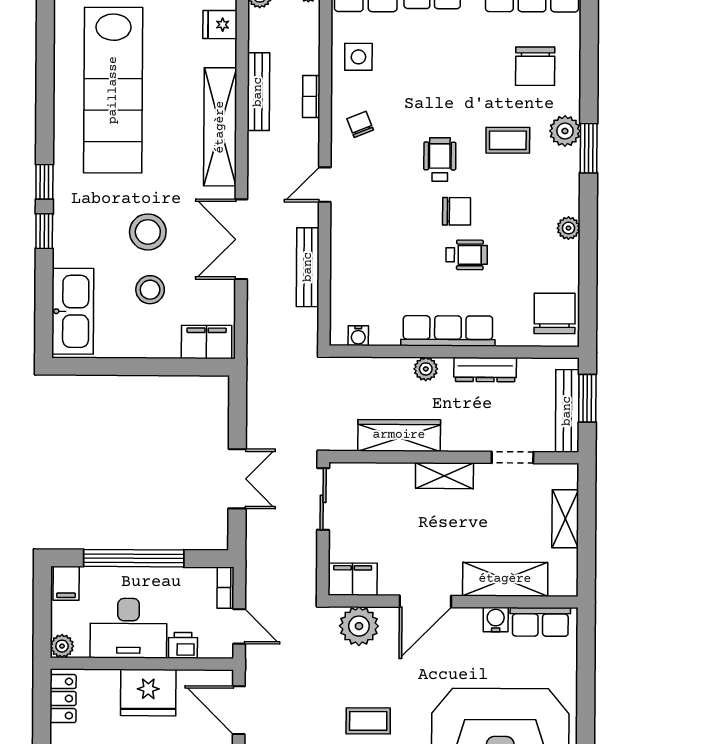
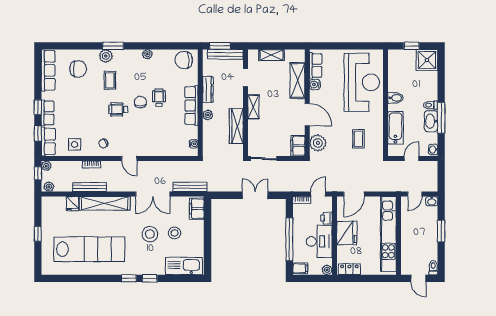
fridge: (220, 25) -> (72, 204), moved
bench: (308, 267) -> (190, 187), moved

